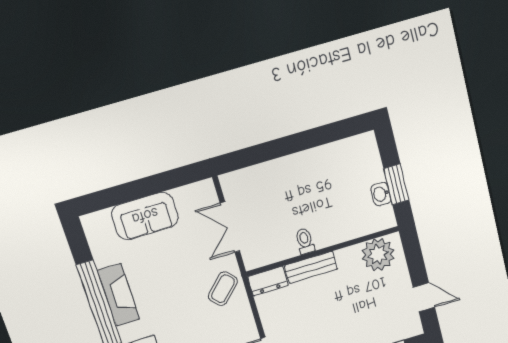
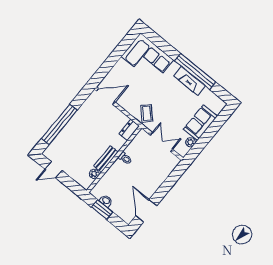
door: (330, 133) -> (146, 211), added
plant: (183, 195) -> (190, 142), added
plant: (378, 254) -> (94, 174), width x0.53, depth x0.53
bench: (311, 267) -> (106, 159), moved

